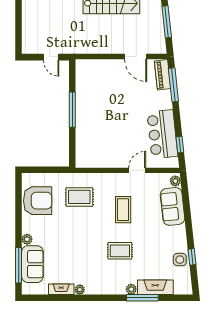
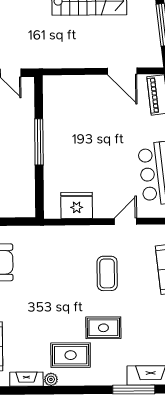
fridge: (100, 158) -> (77, 205), added
rug: (79, 197) -> (71, 355), moved
plant: (131, 289) -> (119, 378), removed

